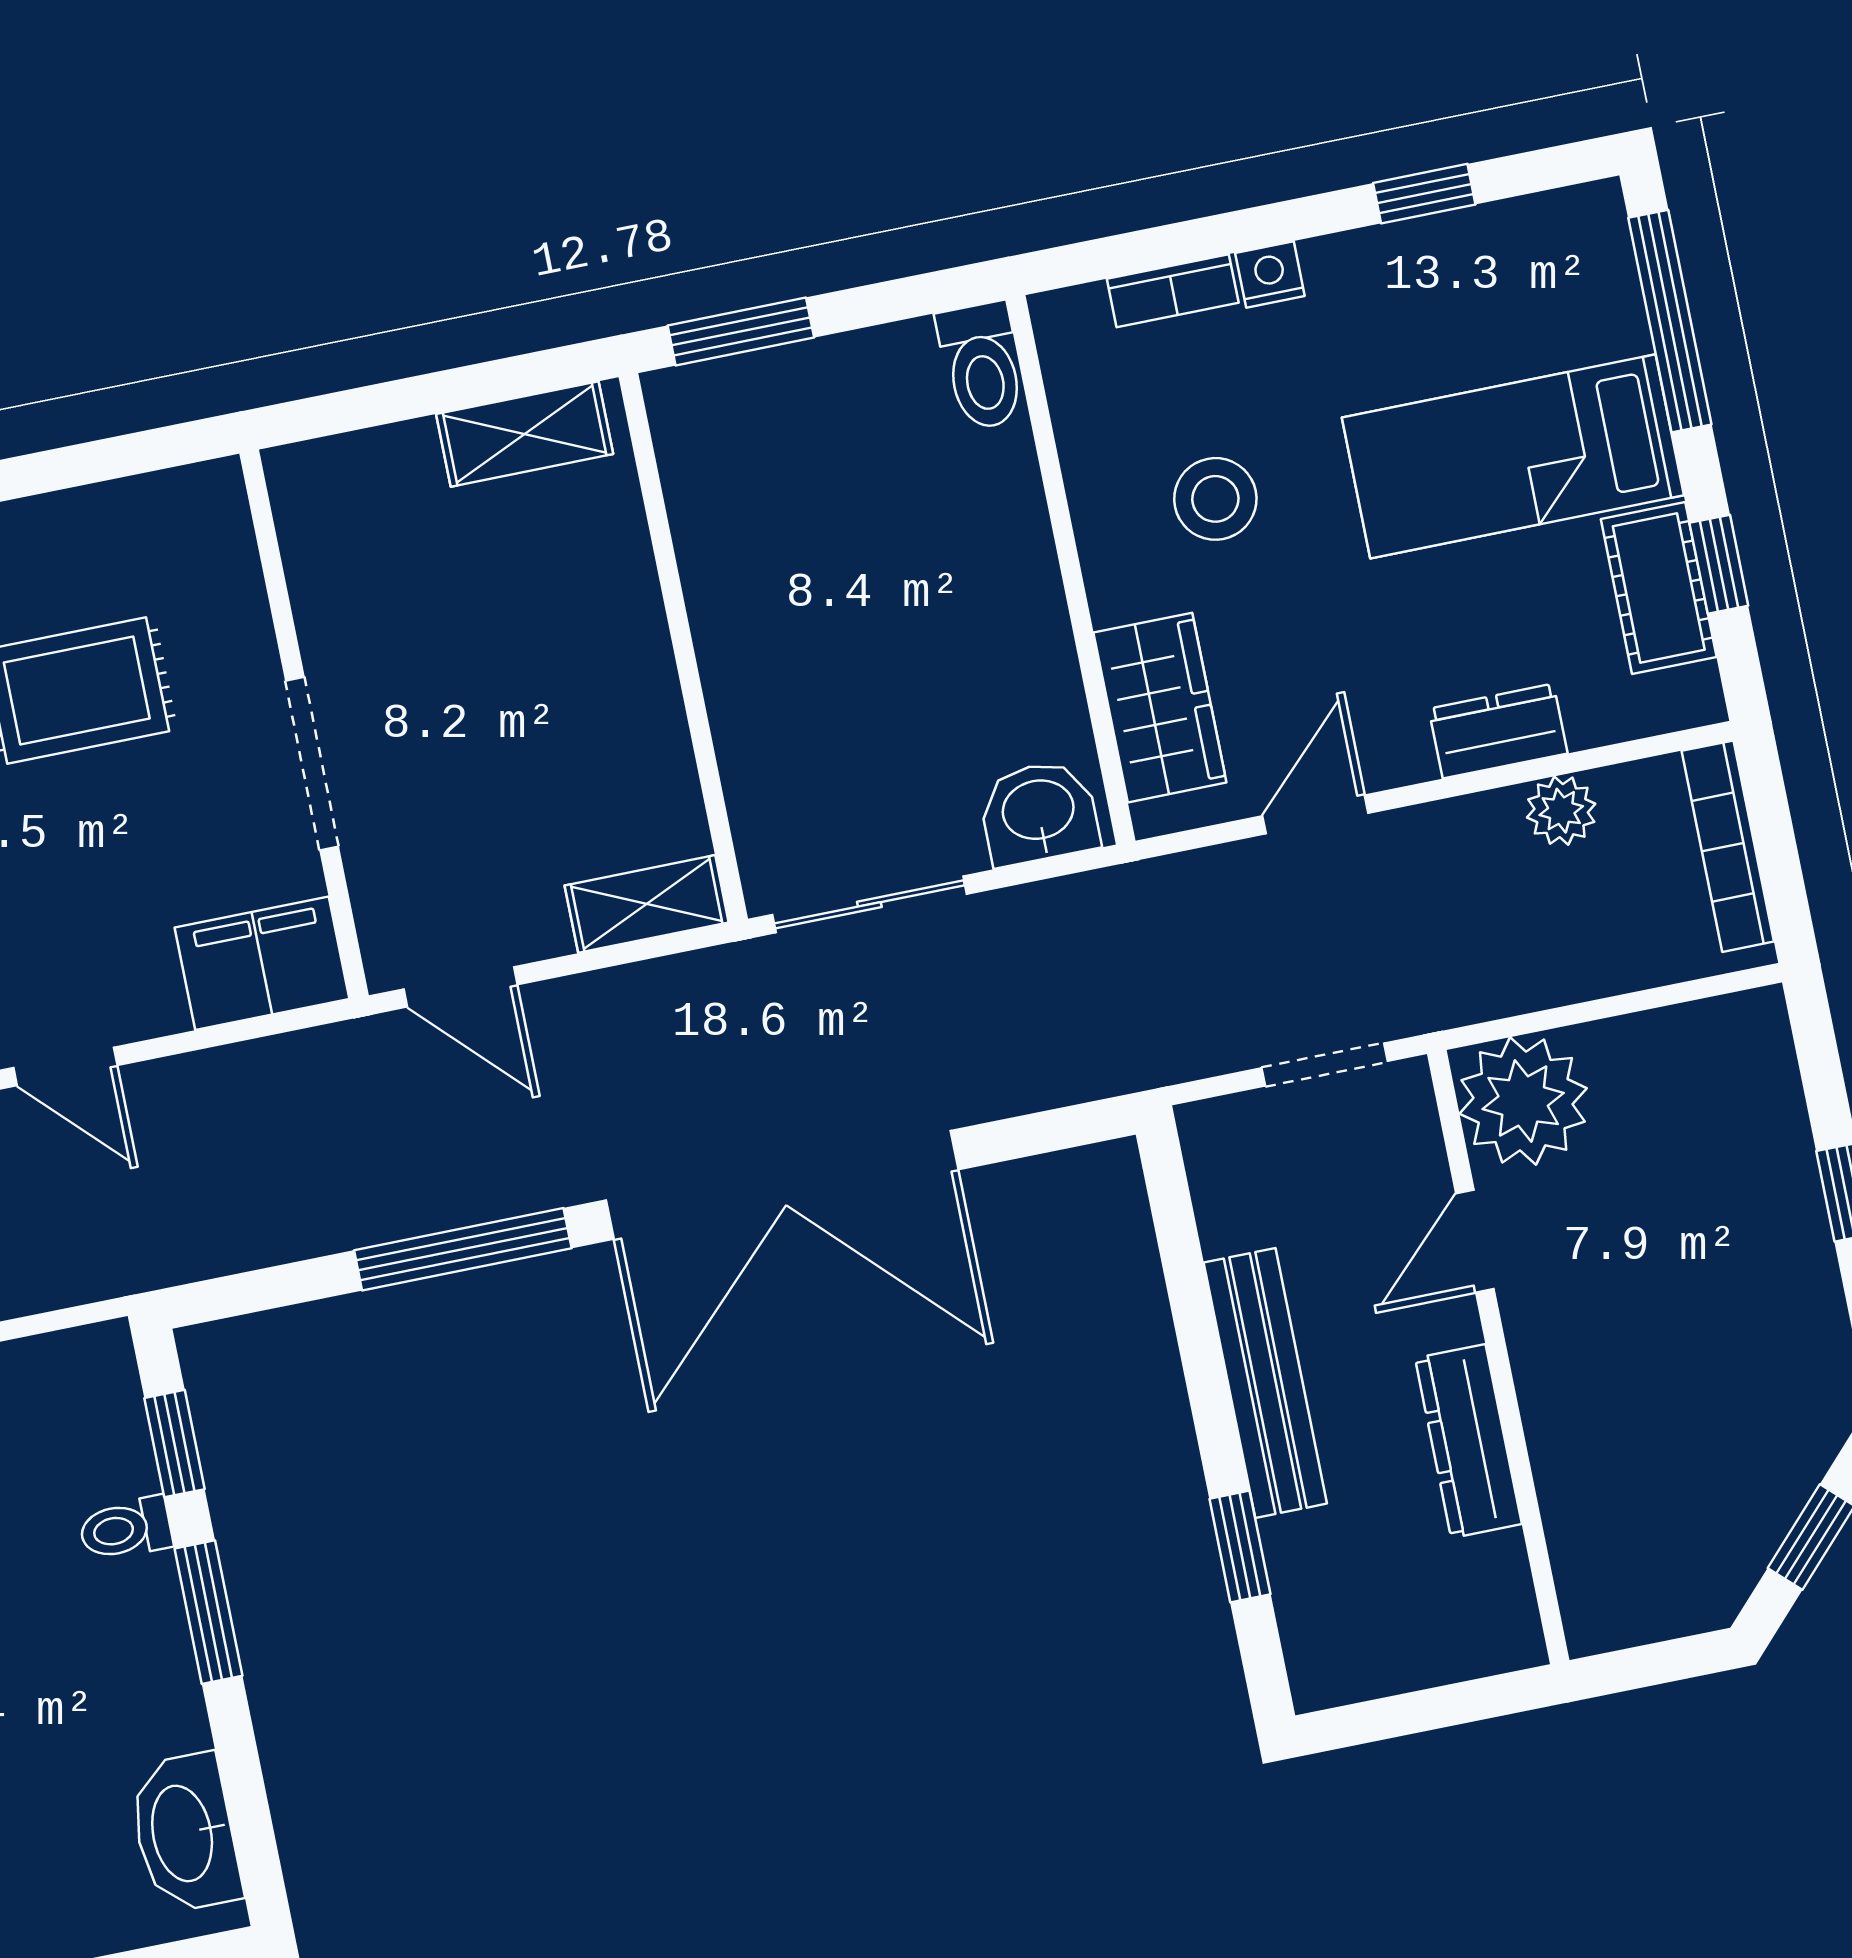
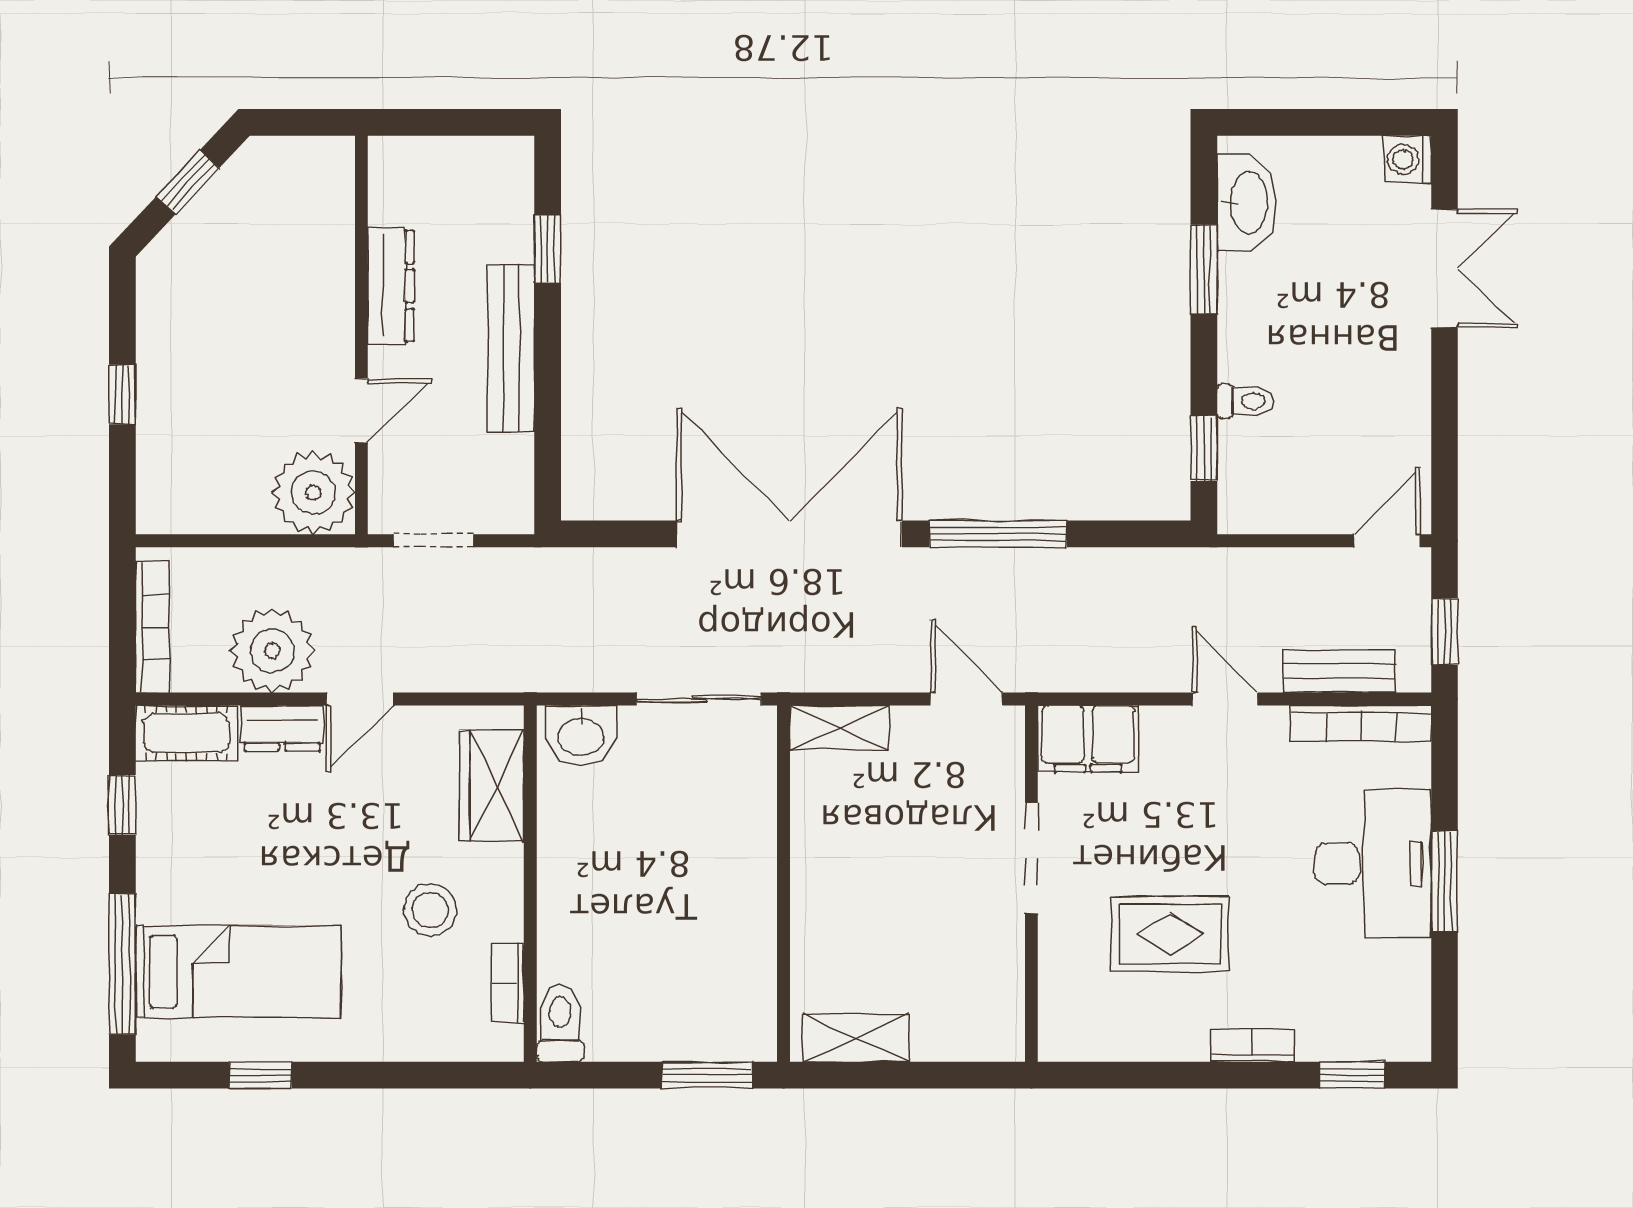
nightstand: (1270, 274) -> (368, 1044), removed
bookcase: (1173, 291) -> (508, 983), moved, turned -90
bed: (1513, 456) -> (238, 972), moved
cot: (1659, 588) -> (186, 733), moved, turned 90
plant: (1561, 811) -> (272, 651), width x1.88, depth x1.88
door: (1315, 814) -> (360, 699), moved
window: (208, 1612) -> (1204, 269), moved

